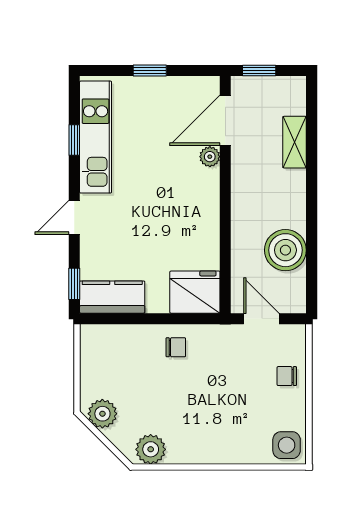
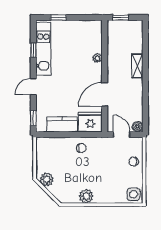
window: (150, 71) -> (58, 17), moved
door: (225, 120) -> (105, 95), moved
shelving: (295, 142) -> (137, 66), moved
boiler: (285, 250) -> (138, 127), moved, width x0.54, depth x0.54
kitchen counter: (112, 297) -> (62, 124), moved
plant: (151, 449) -> (86, 196), moved

